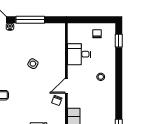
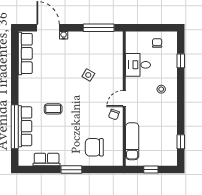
window: (30, 20) -> (99, 28), moved
window: (119, 41) -> (181, 61), moved

